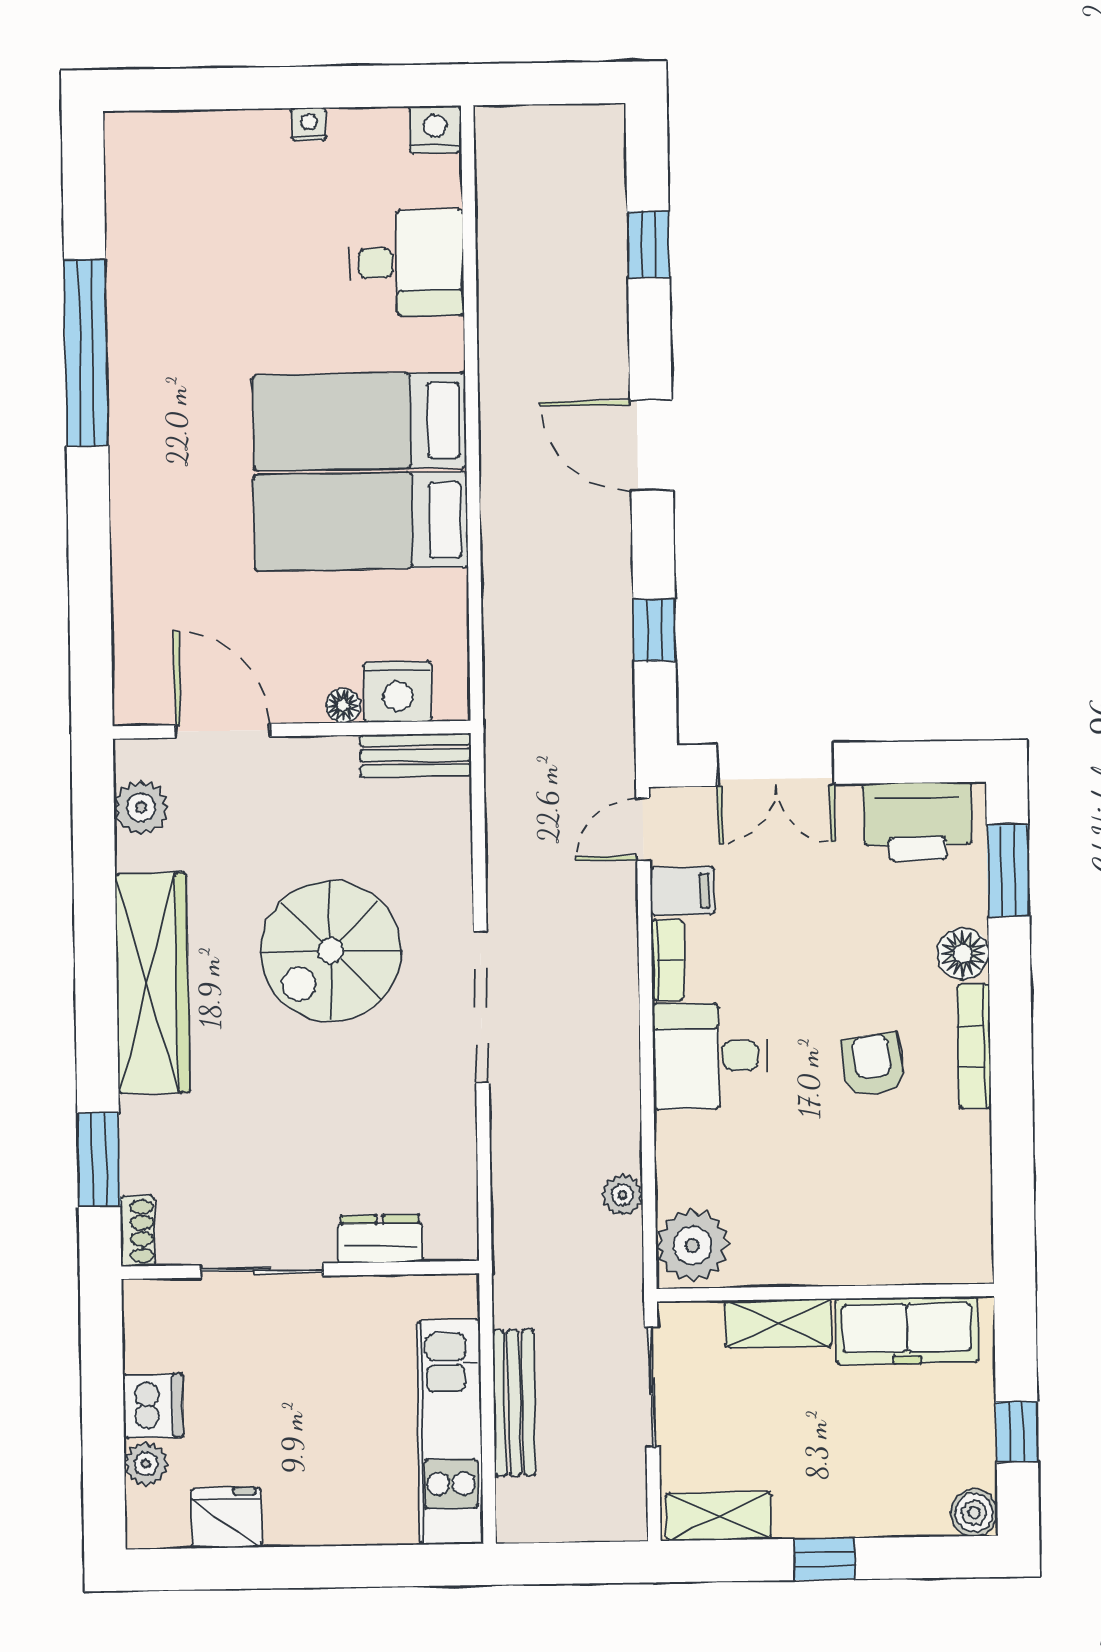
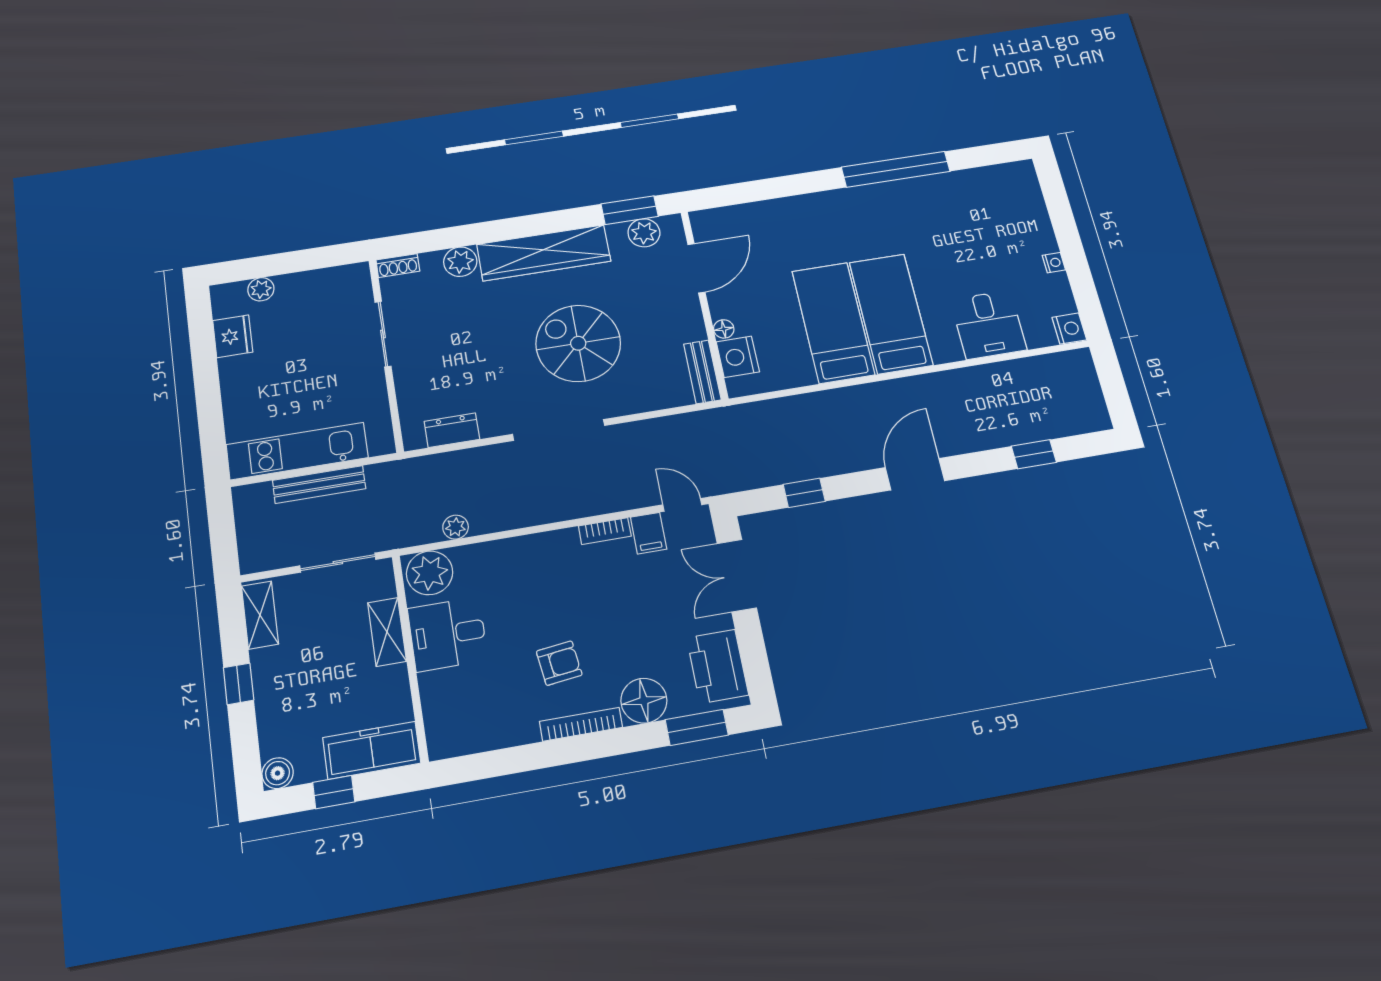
floor lamp: (963, 954) -> (644, 701), width x1.38, depth x1.38
desk: (710, 1056) -> (448, 634), moved, turned -90
plant: (147, 1125) -> (460, 262), added
window: (99, 1160) -> (630, 210), moved
dresser: (380, 1239) -> (452, 430), moved, turned -90
freezer: (907, 1330) -> (372, 750), moved, turned 90
dishwasher: (153, 1406) -> (296, 288), removed

